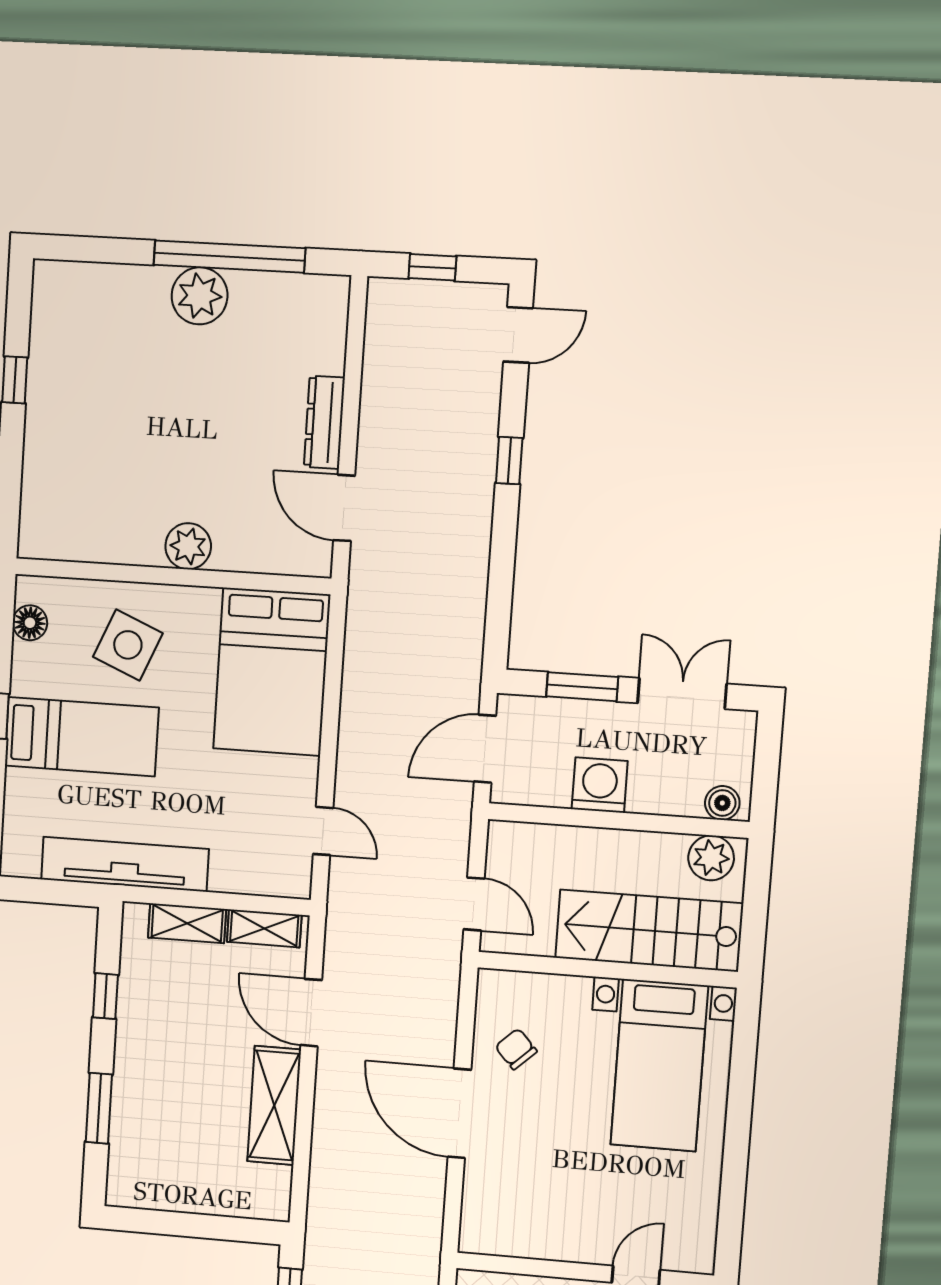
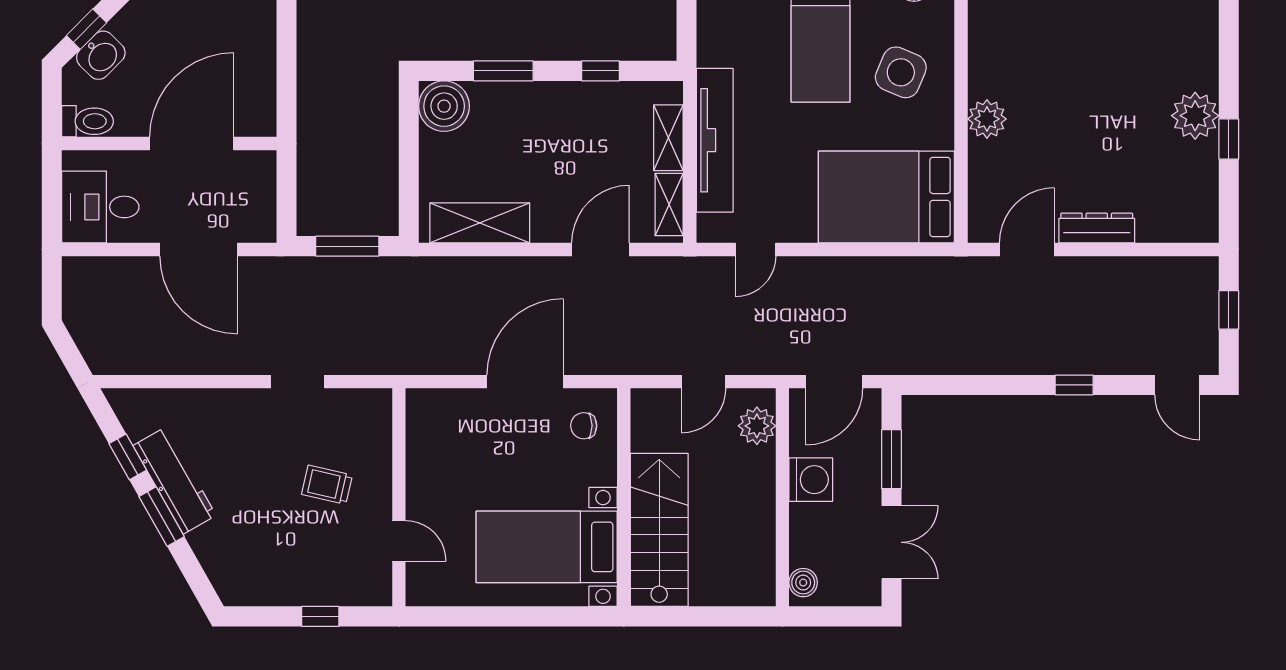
window: (229, 257) -> (1229, 139), width x0.32
door: (485, 749) -> (834, 382), swing flipped
plant: (711, 858) -> (757, 426), moved
tv unit: (125, 864) -> (715, 140), moved
stairs: (649, 931) -> (659, 530), moved
wall: (607, 970) -> (624, 497), moved
chair: (516, 1049) -> (584, 426), turned -137
bed with nightstands: (659, 1065) -> (547, 547), moved
shelving: (274, 1105) -> (480, 223), moved
boiler: (135, 1180) -> (444, 106), added

